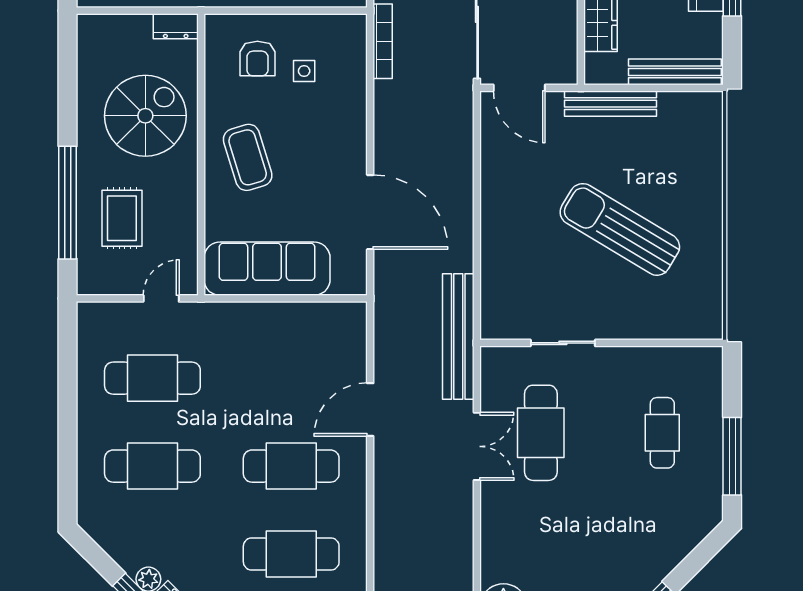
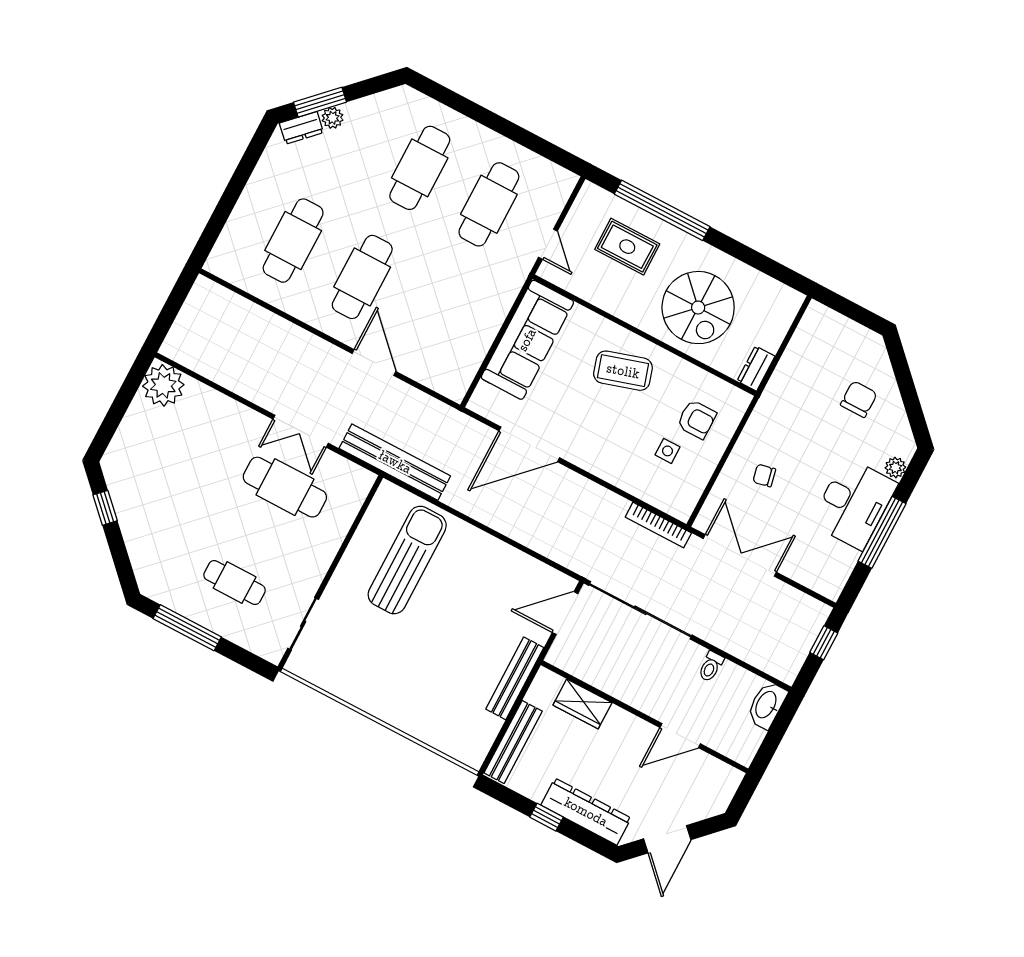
armchair: (257, 59) -> (697, 419), turned 180
sun lounger: (620, 229) -> (407, 560), moved, turned -31
sliding door: (563, 343) -> (303, 624), moved

